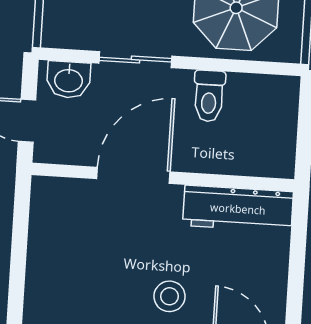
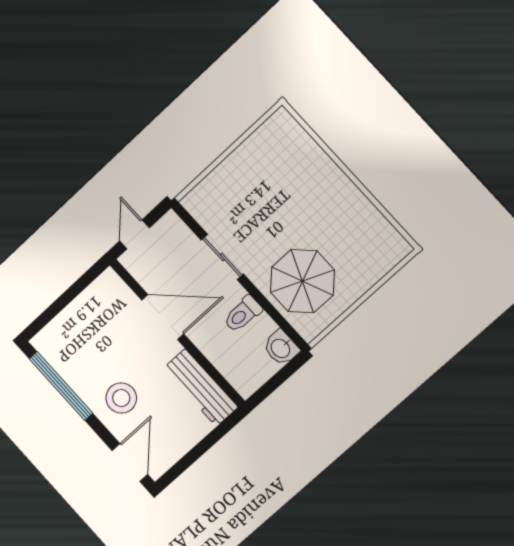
washbasin: (69, 80) -> (281, 348), moved
stool: (170, 296) -> (121, 398), width x1.38, depth x1.38

